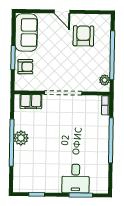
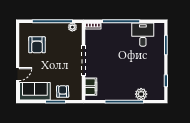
door: (62, 12) -> (18, 74), moved
armchair: (83, 36) -> (37, 45), turned -90
plant: (21, 138) -> (141, 94), moved
desk: (76, 179) -> (143, 35), moved, turned -90

